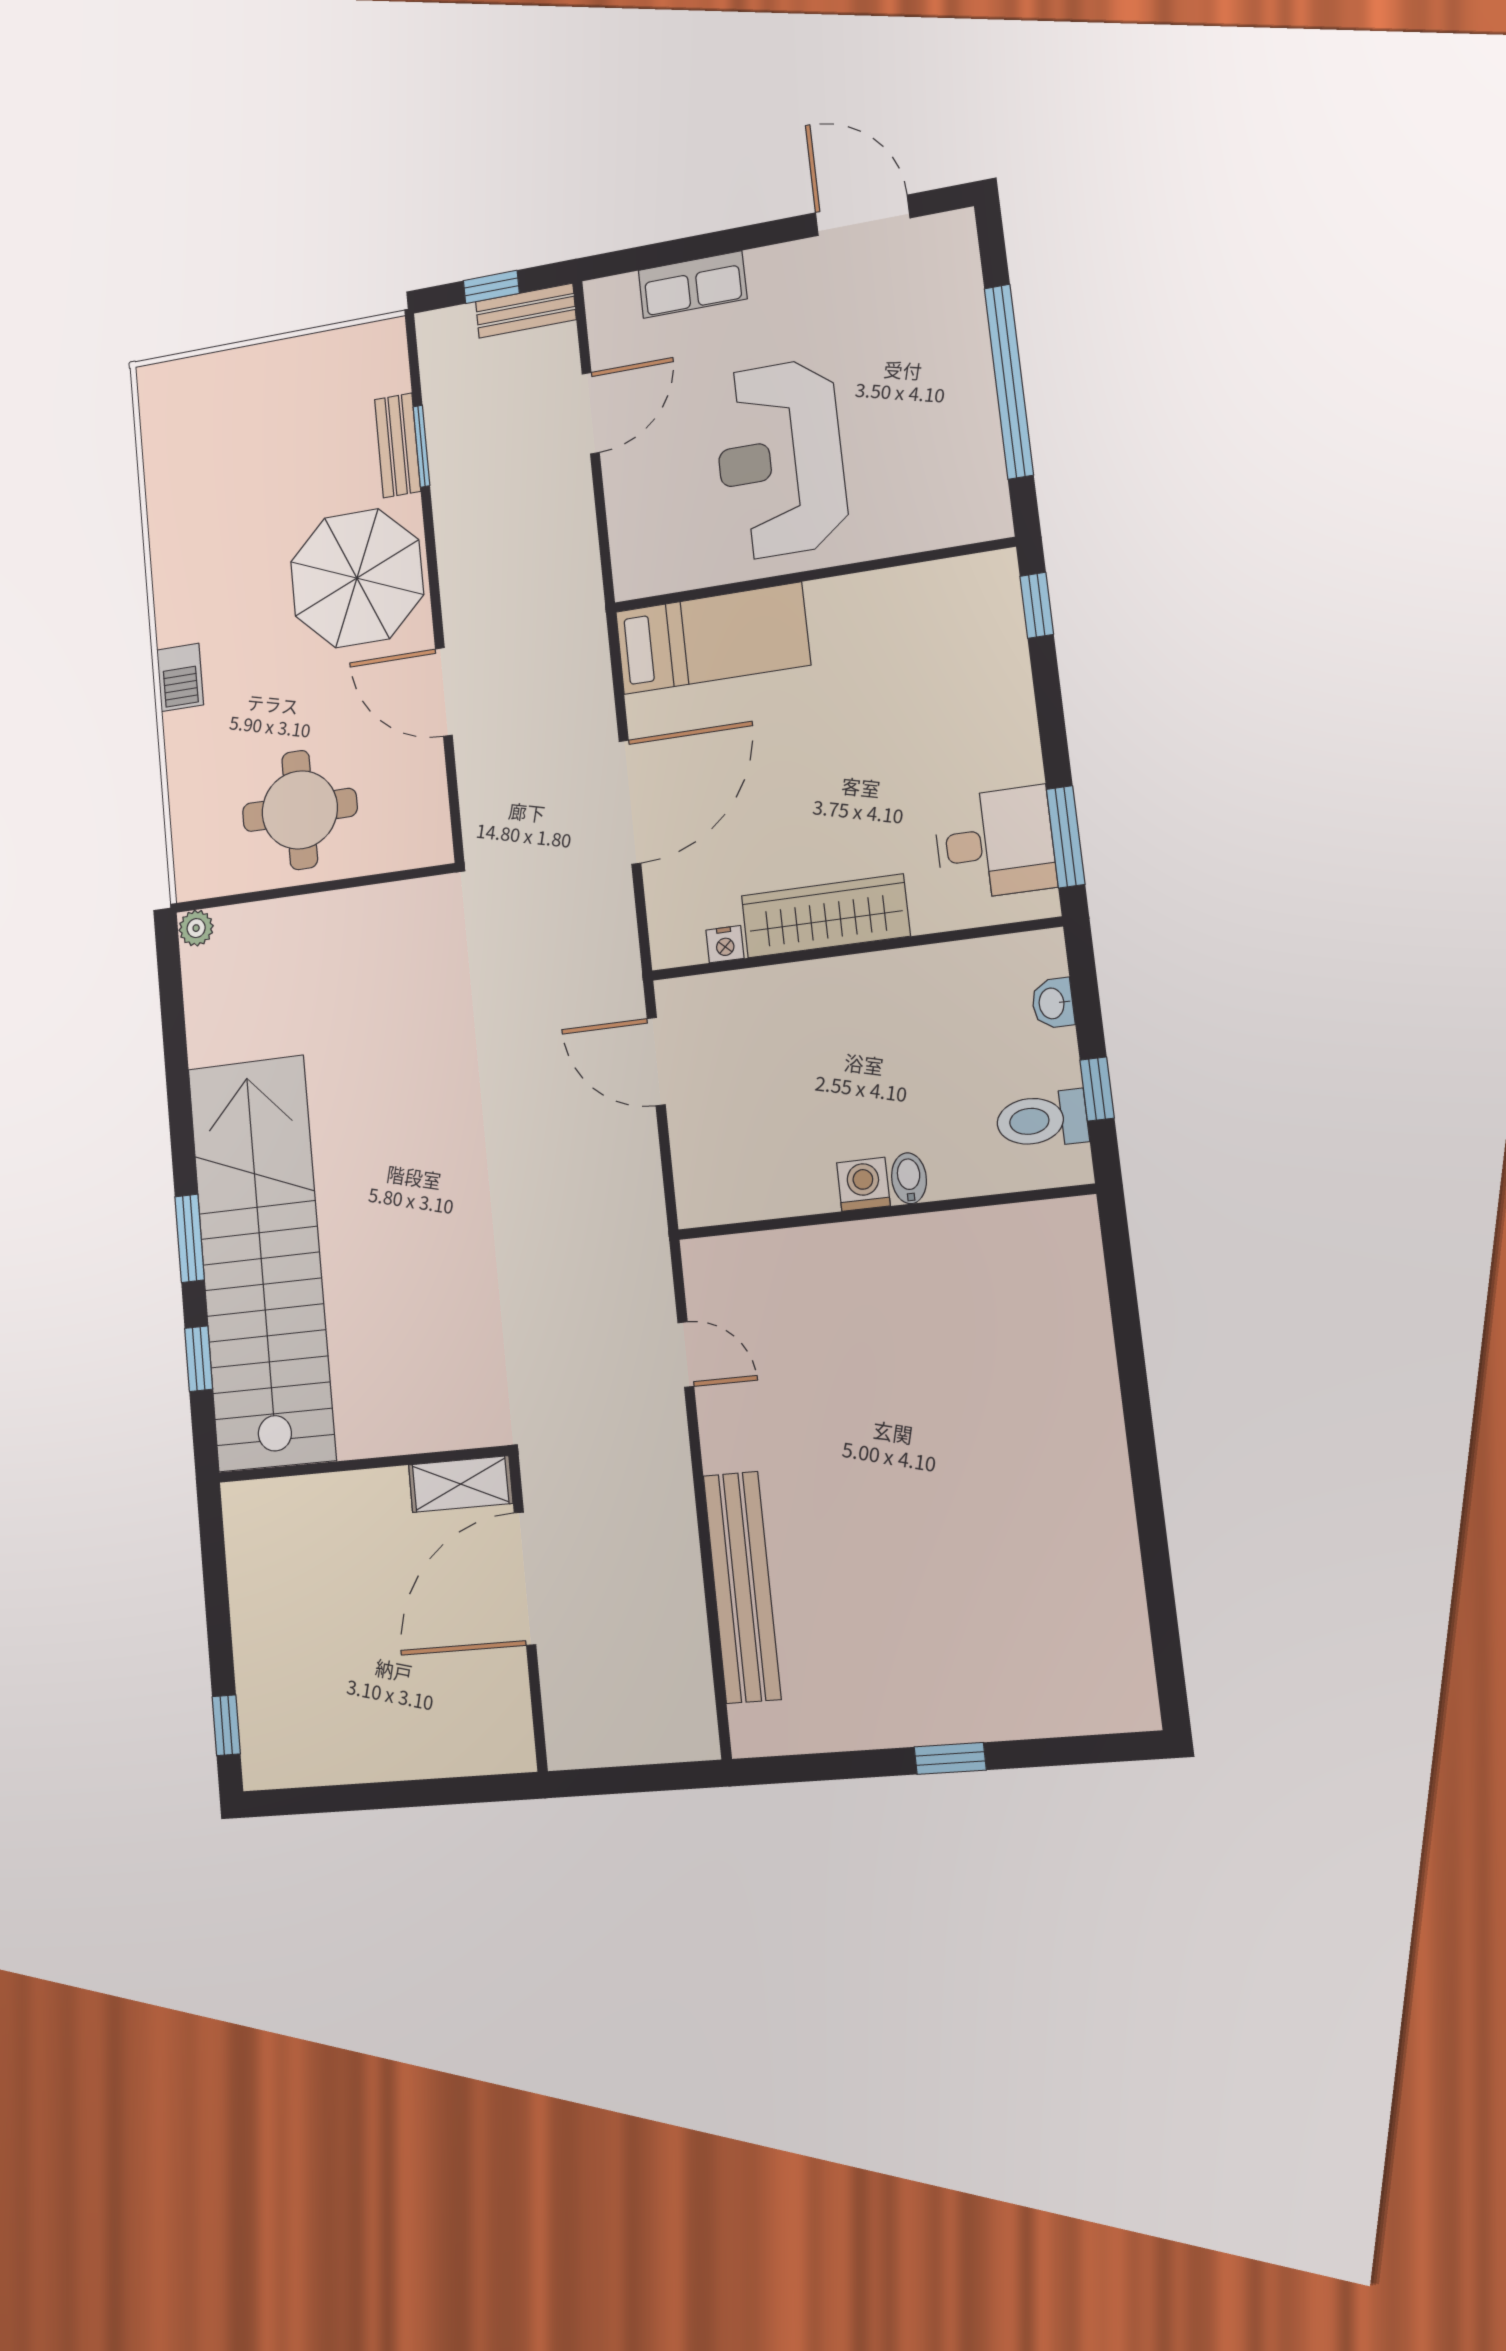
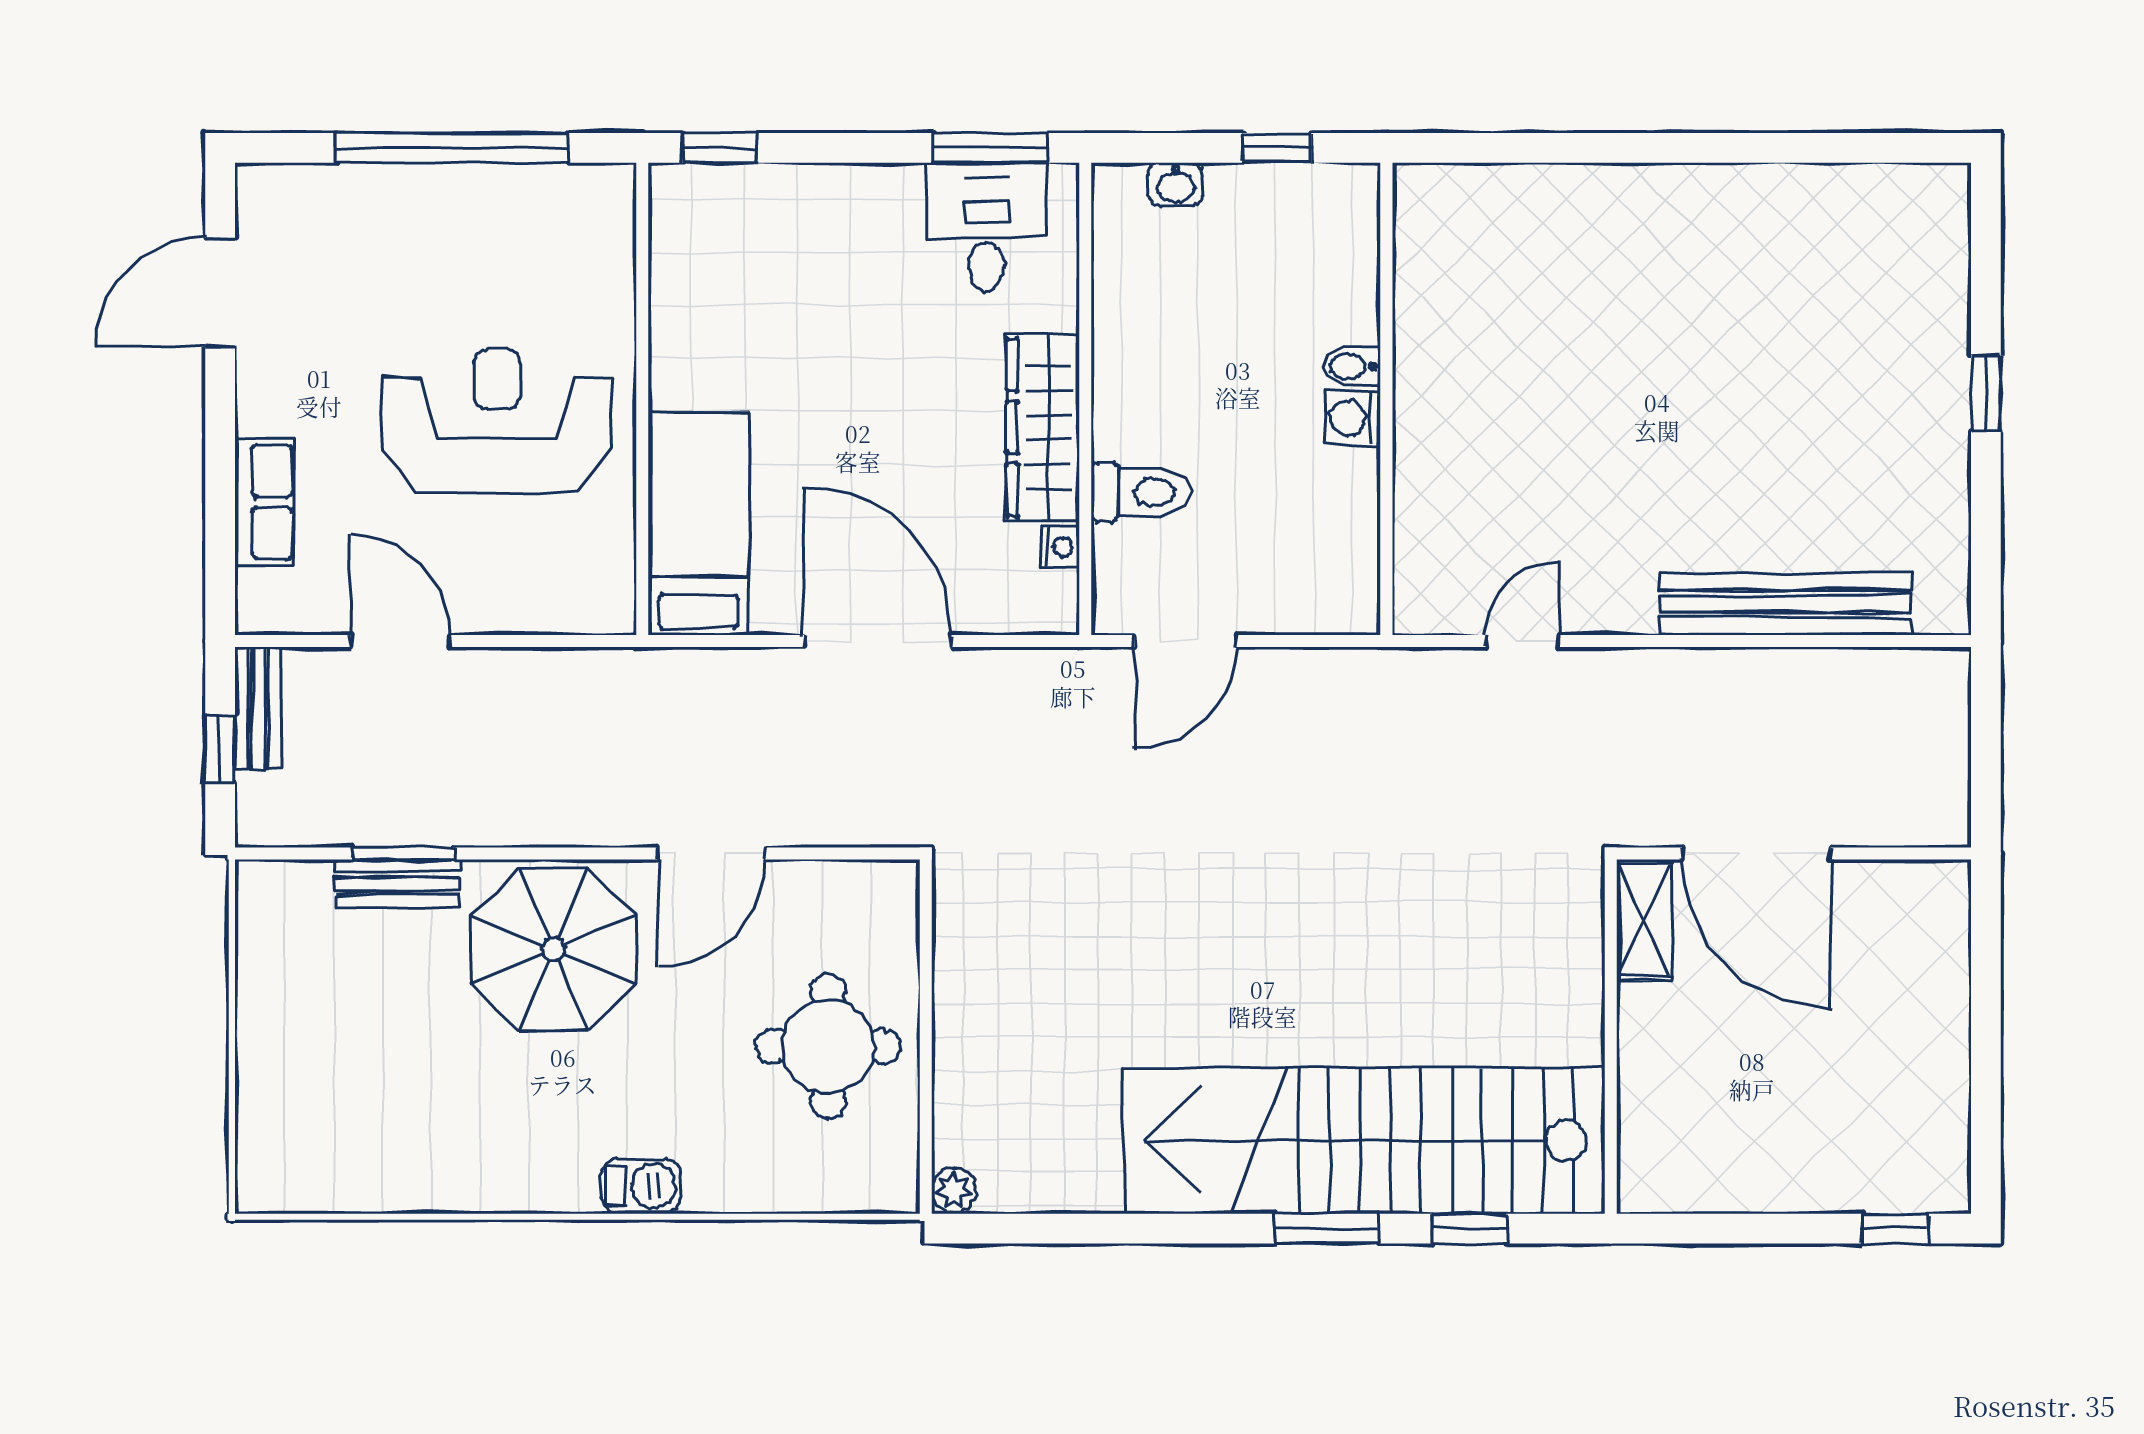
reception desk: (780, 459) -> (497, 421), turned 180
toilet: (1042, 1120) -> (1140, 492), moved, turned -90

